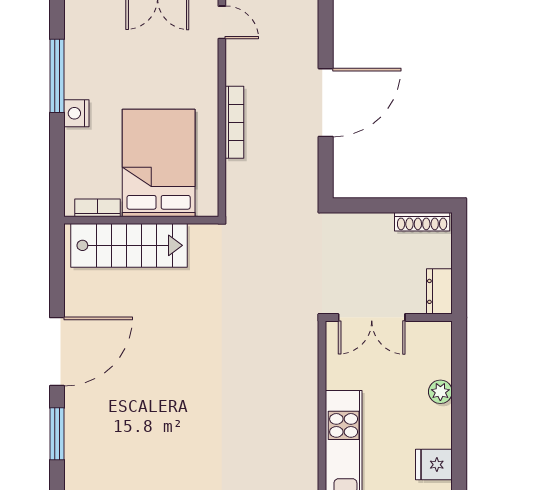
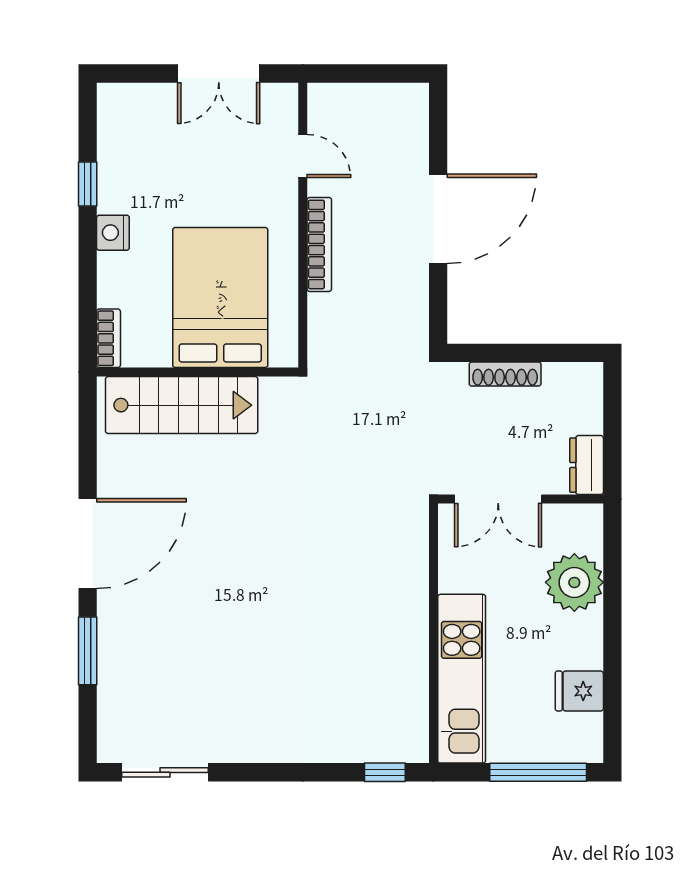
door: (222, 22) -> (303, 156), moved
window: (57, 76) -> (88, 184), width x0.46
bookcase: (97, 208) -> (108, 338), moved, turned 90
shoe rack: (422, 222) -> (505, 374), moved
plant: (440, 392) -> (574, 582), width x1.88, depth x1.88

